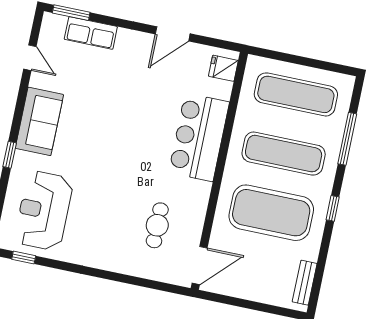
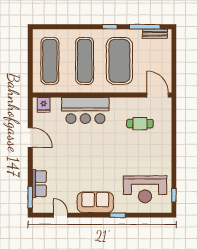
door: (30, 58) -> (61, 215), hinge flipped
window: (347, 139) -> (145, 27), moved

